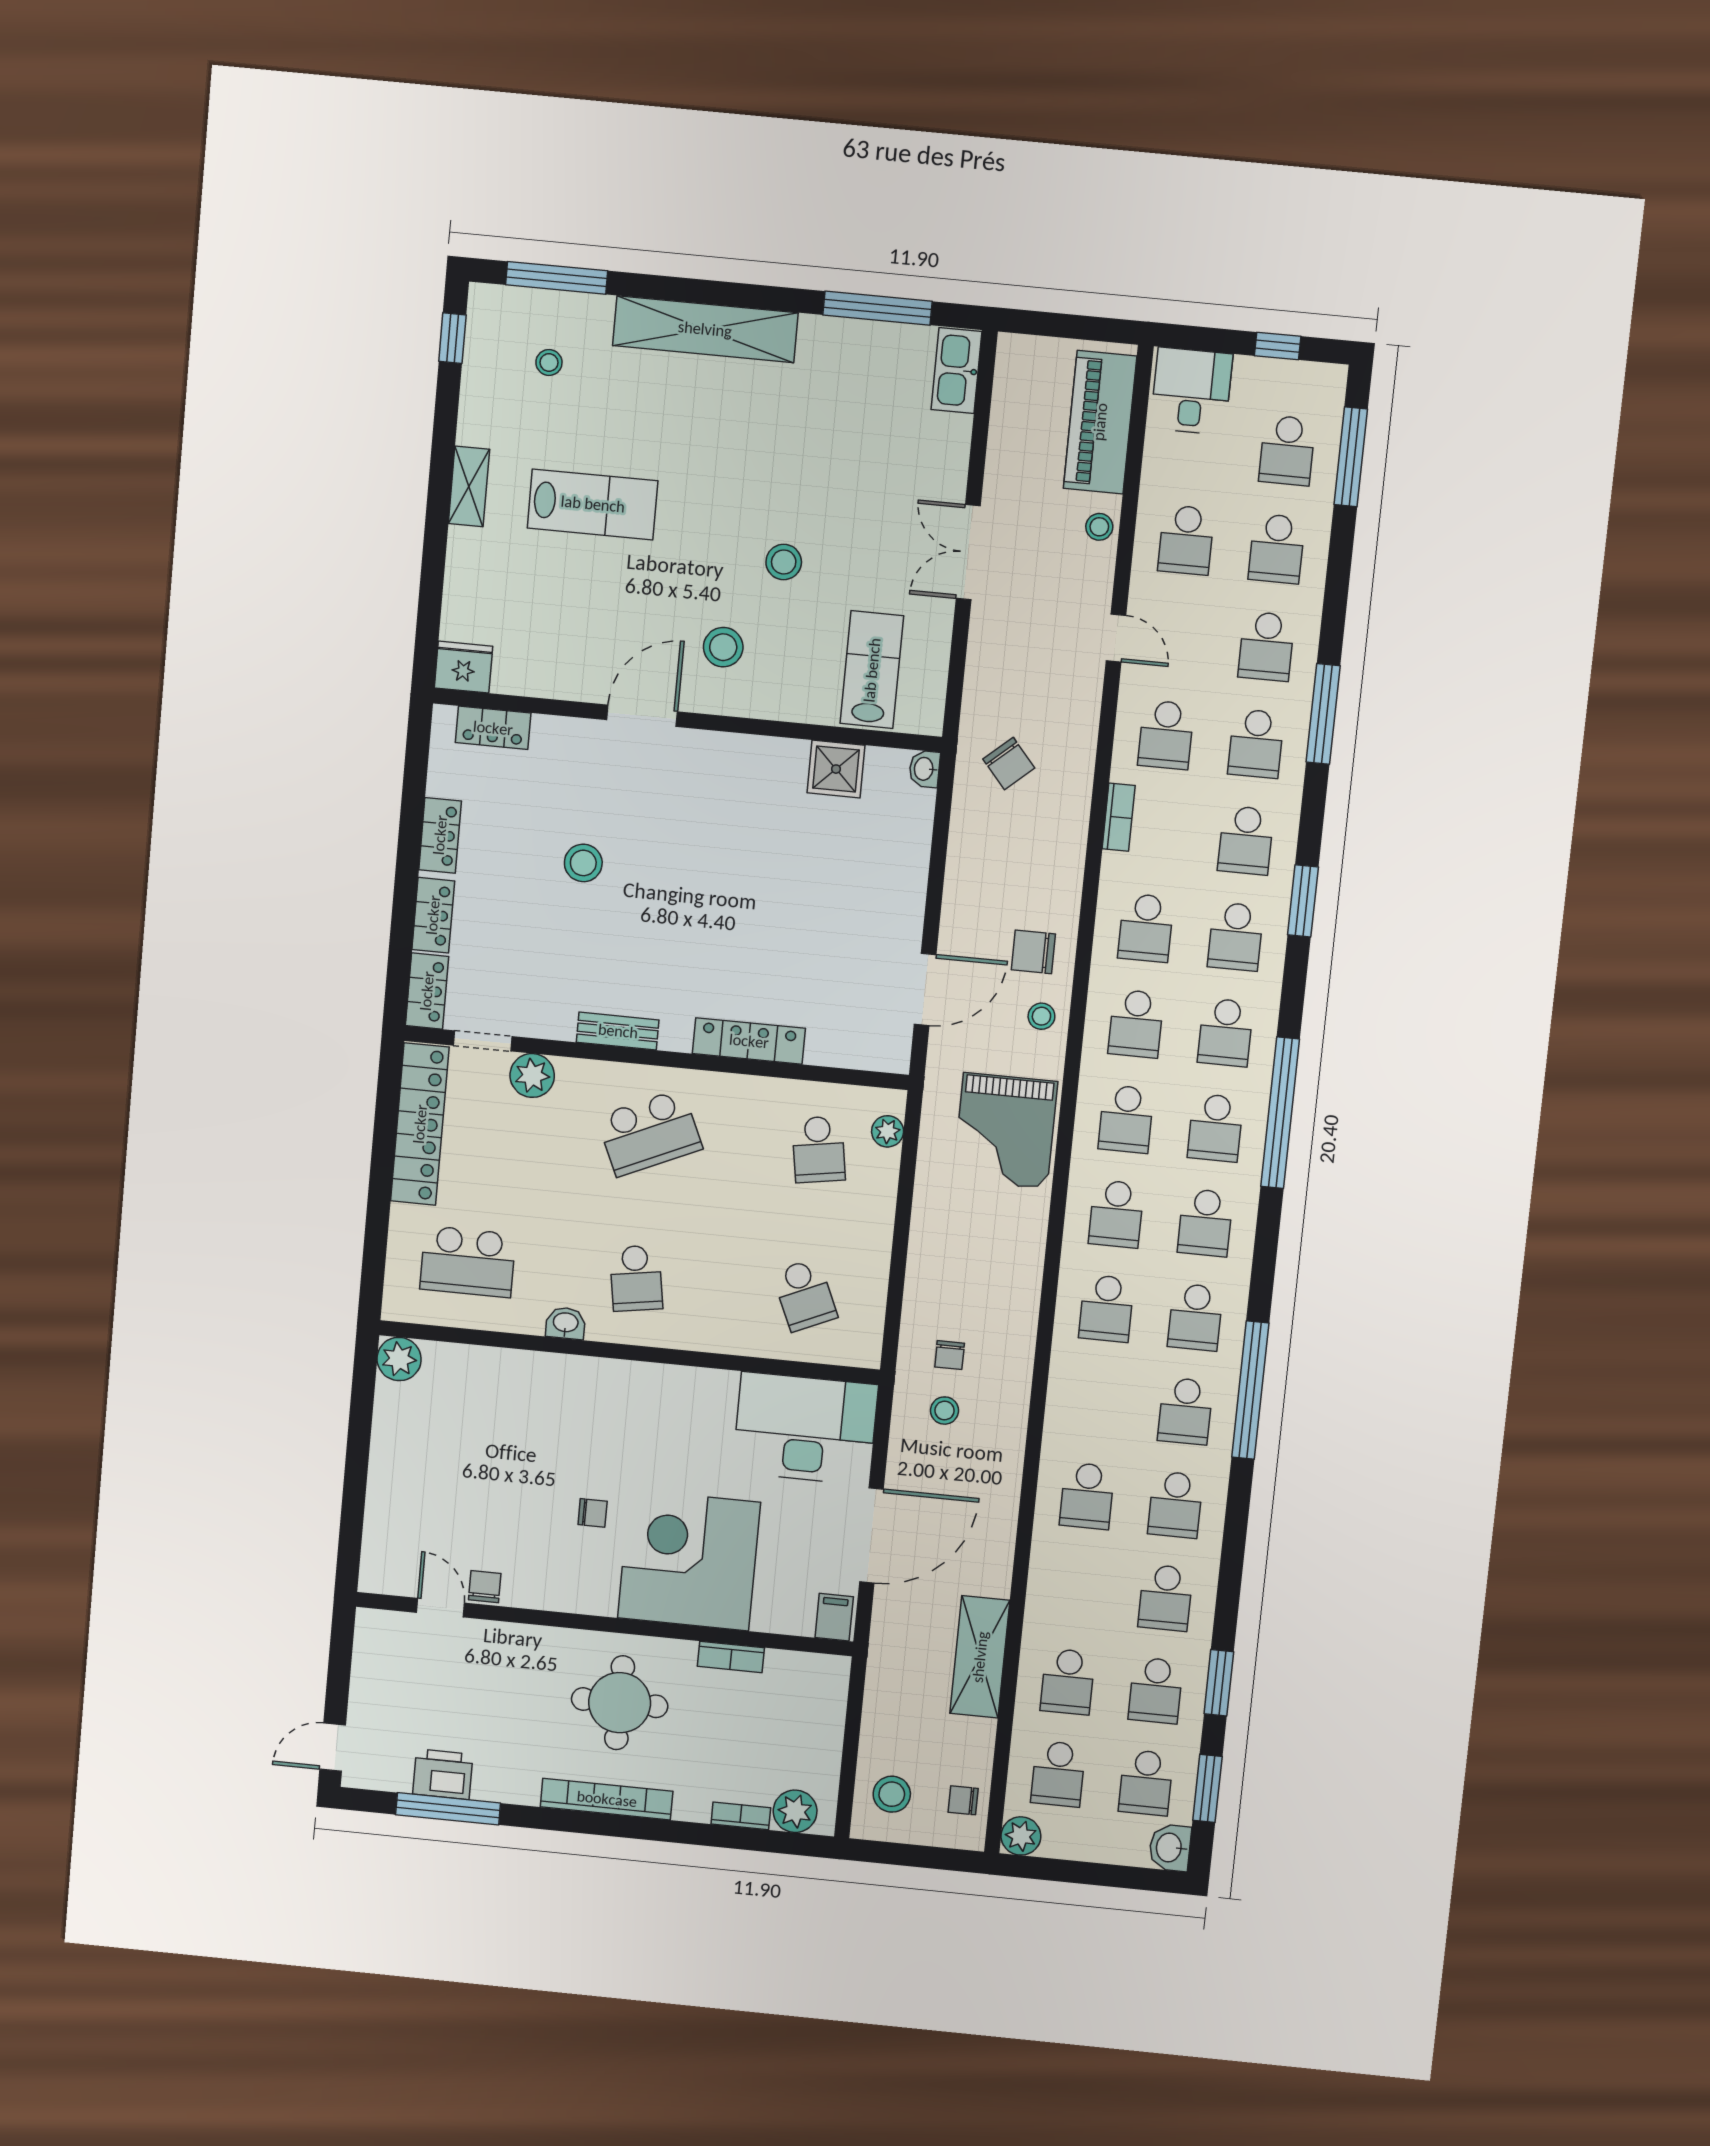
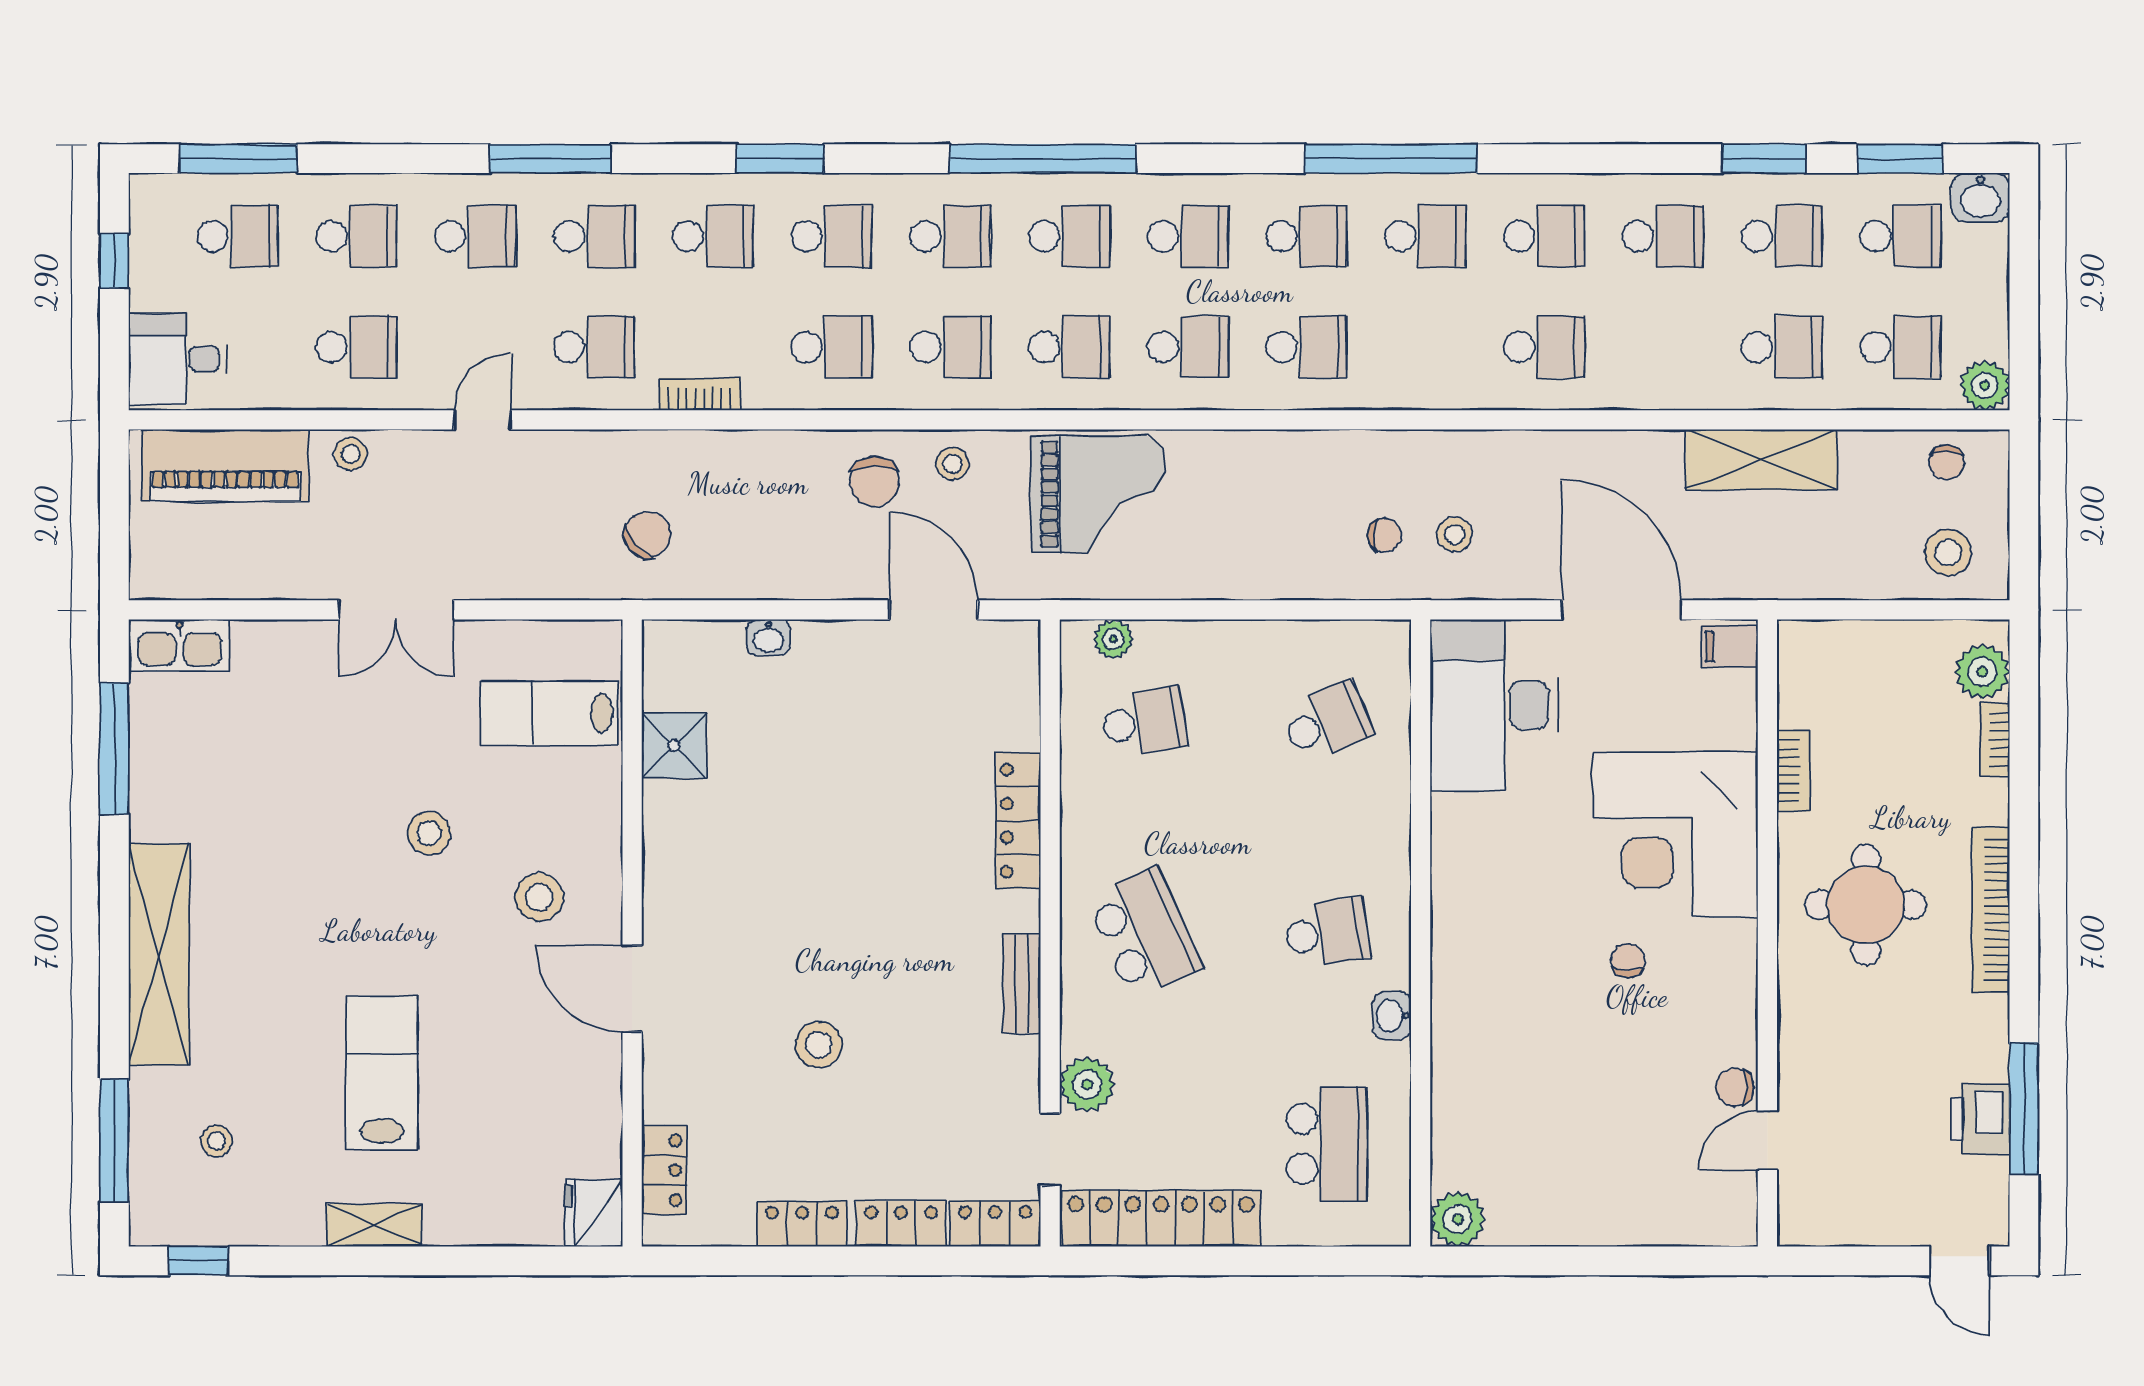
washbasin: (924, 769) -> (768, 637), moved

